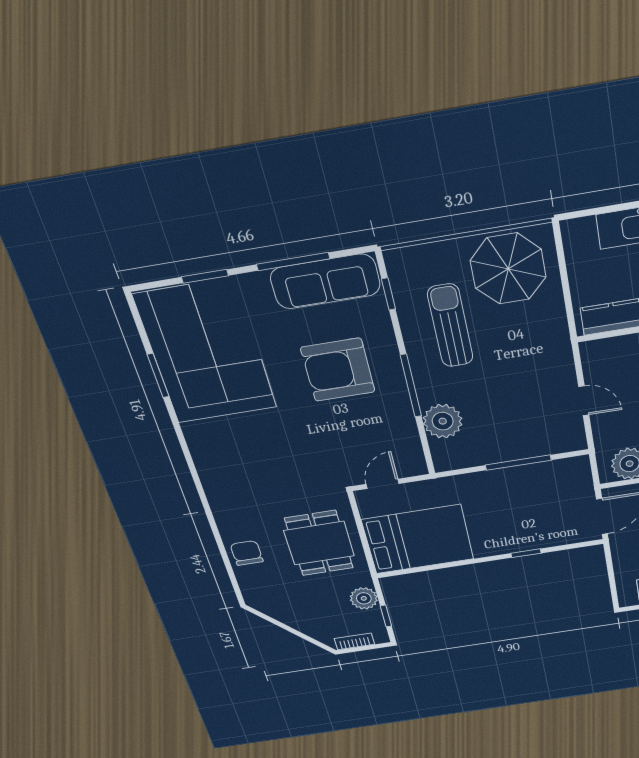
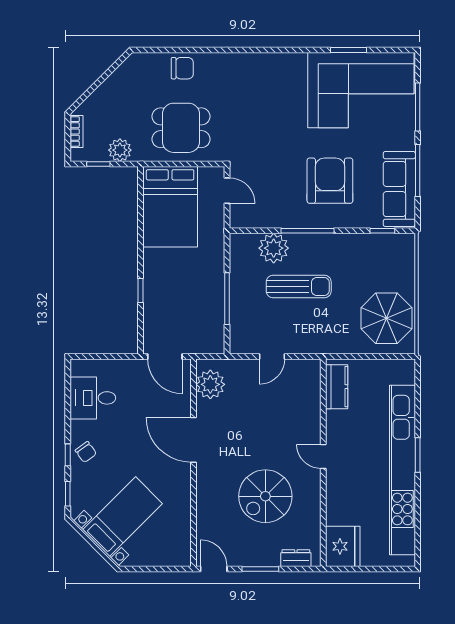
window: (205, 276) -> (418, 107), width x1.44
sun lounger: (450, 326) -> (299, 286), moved

